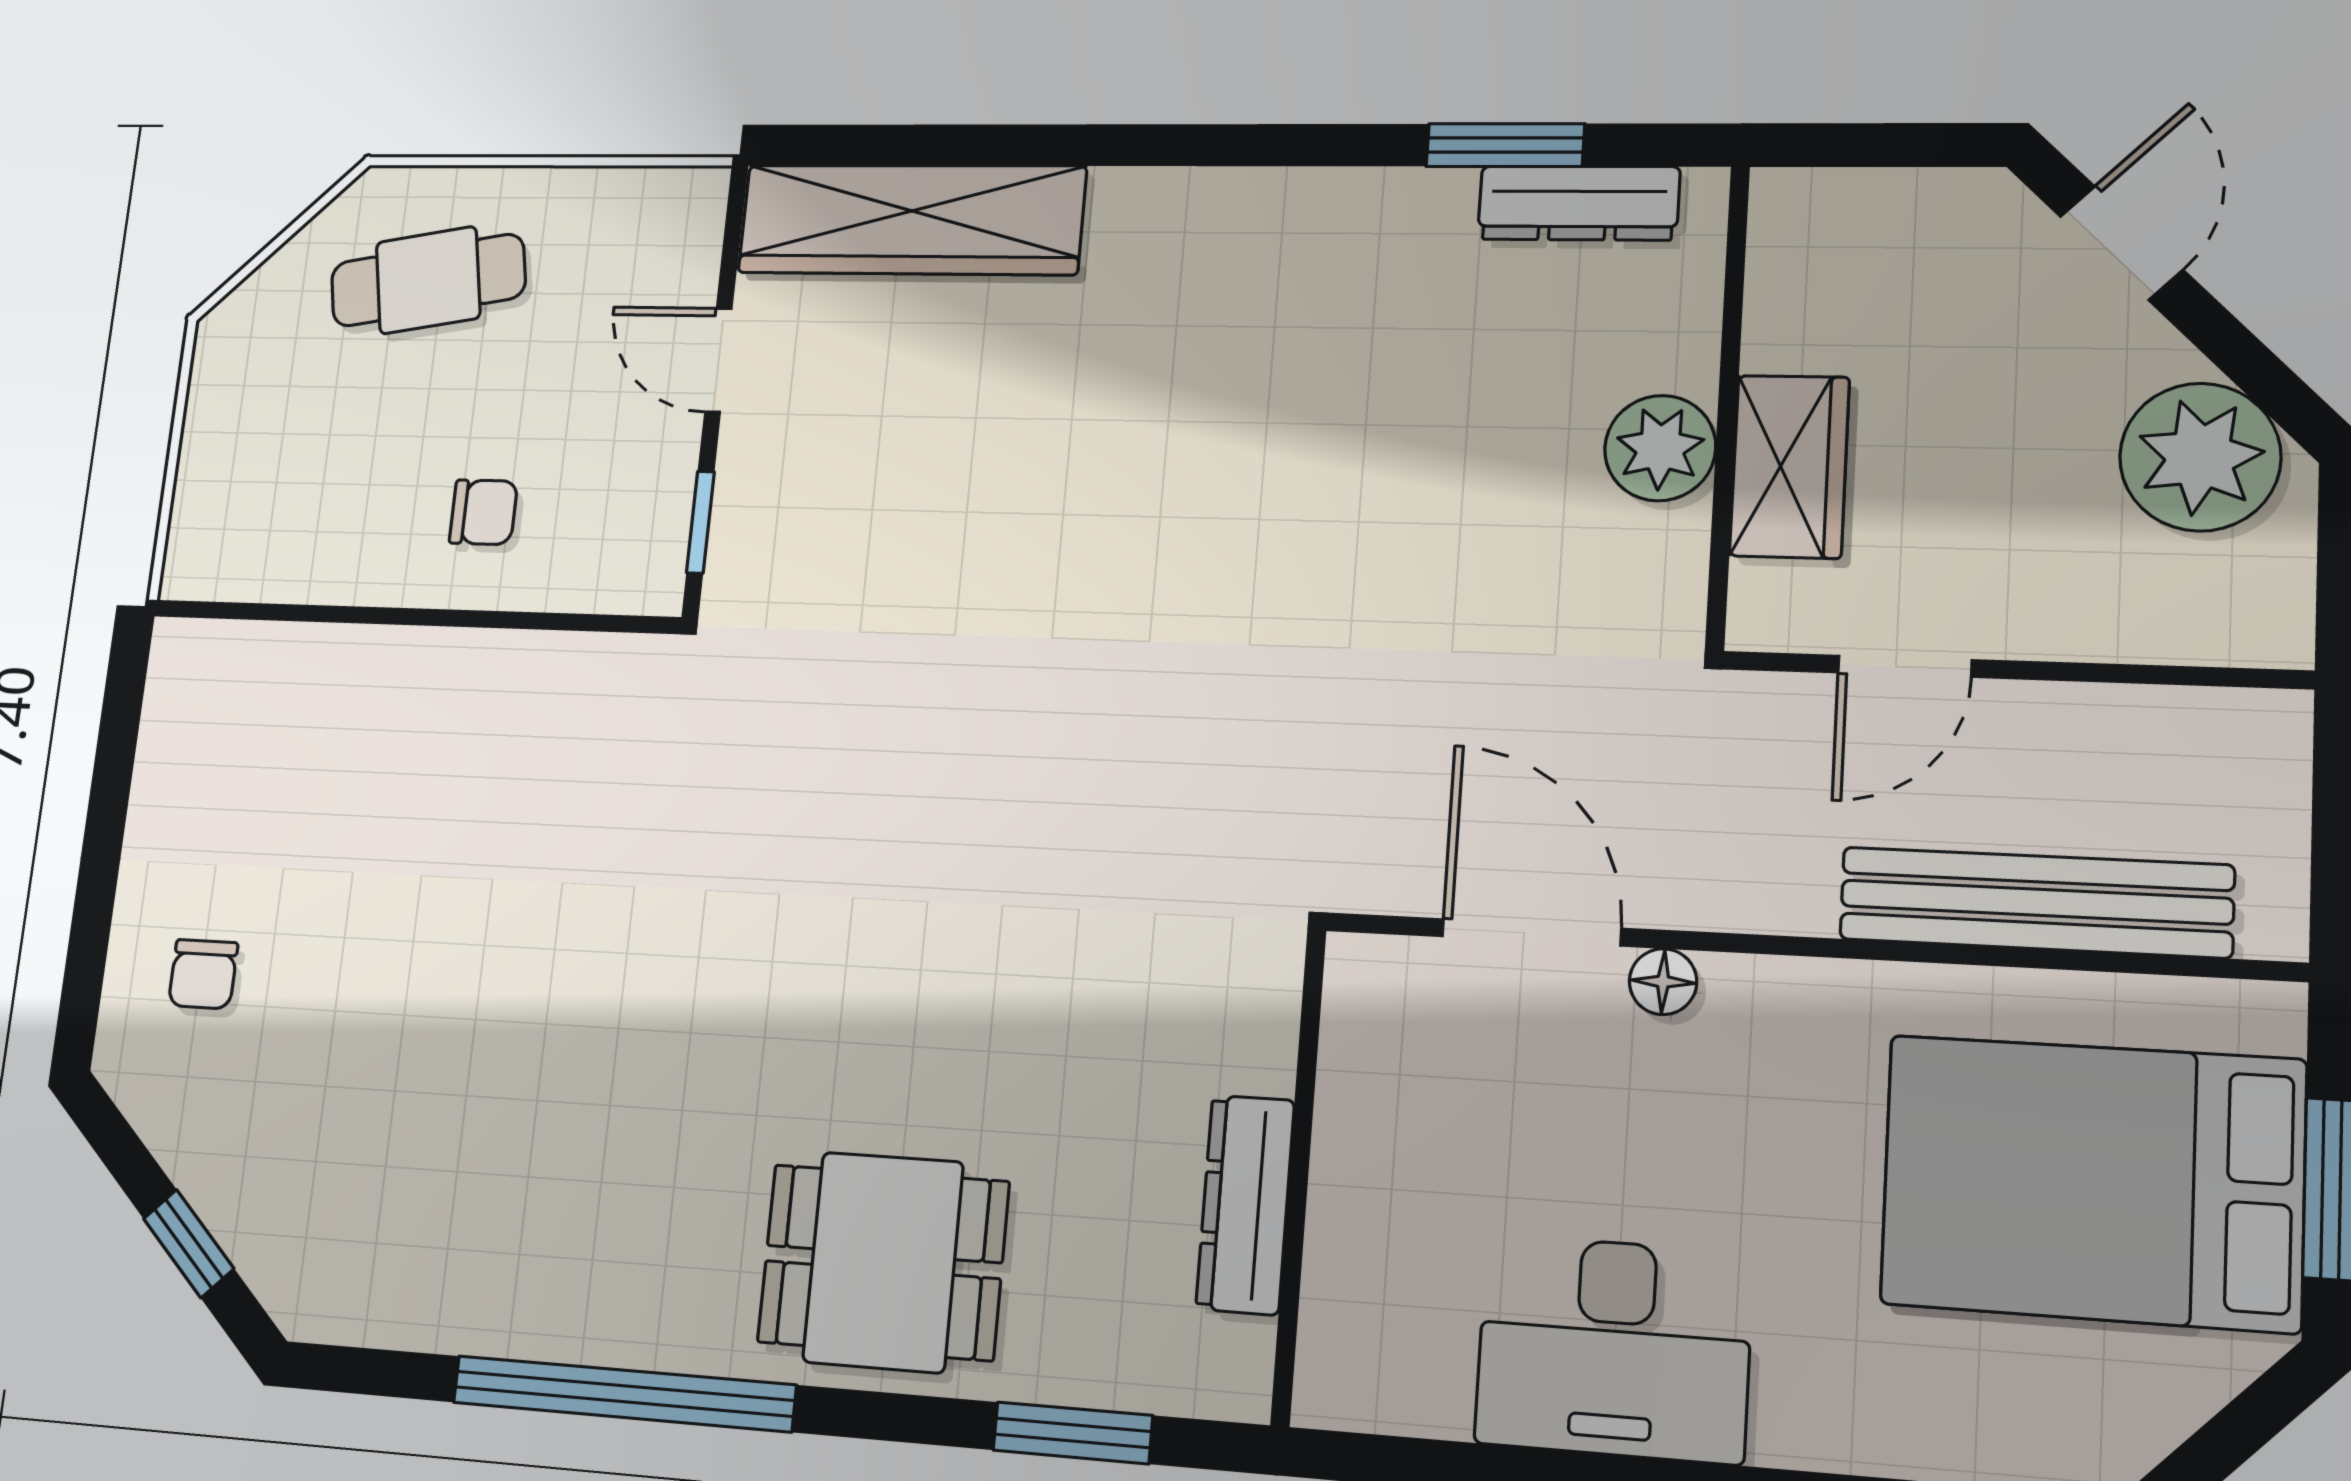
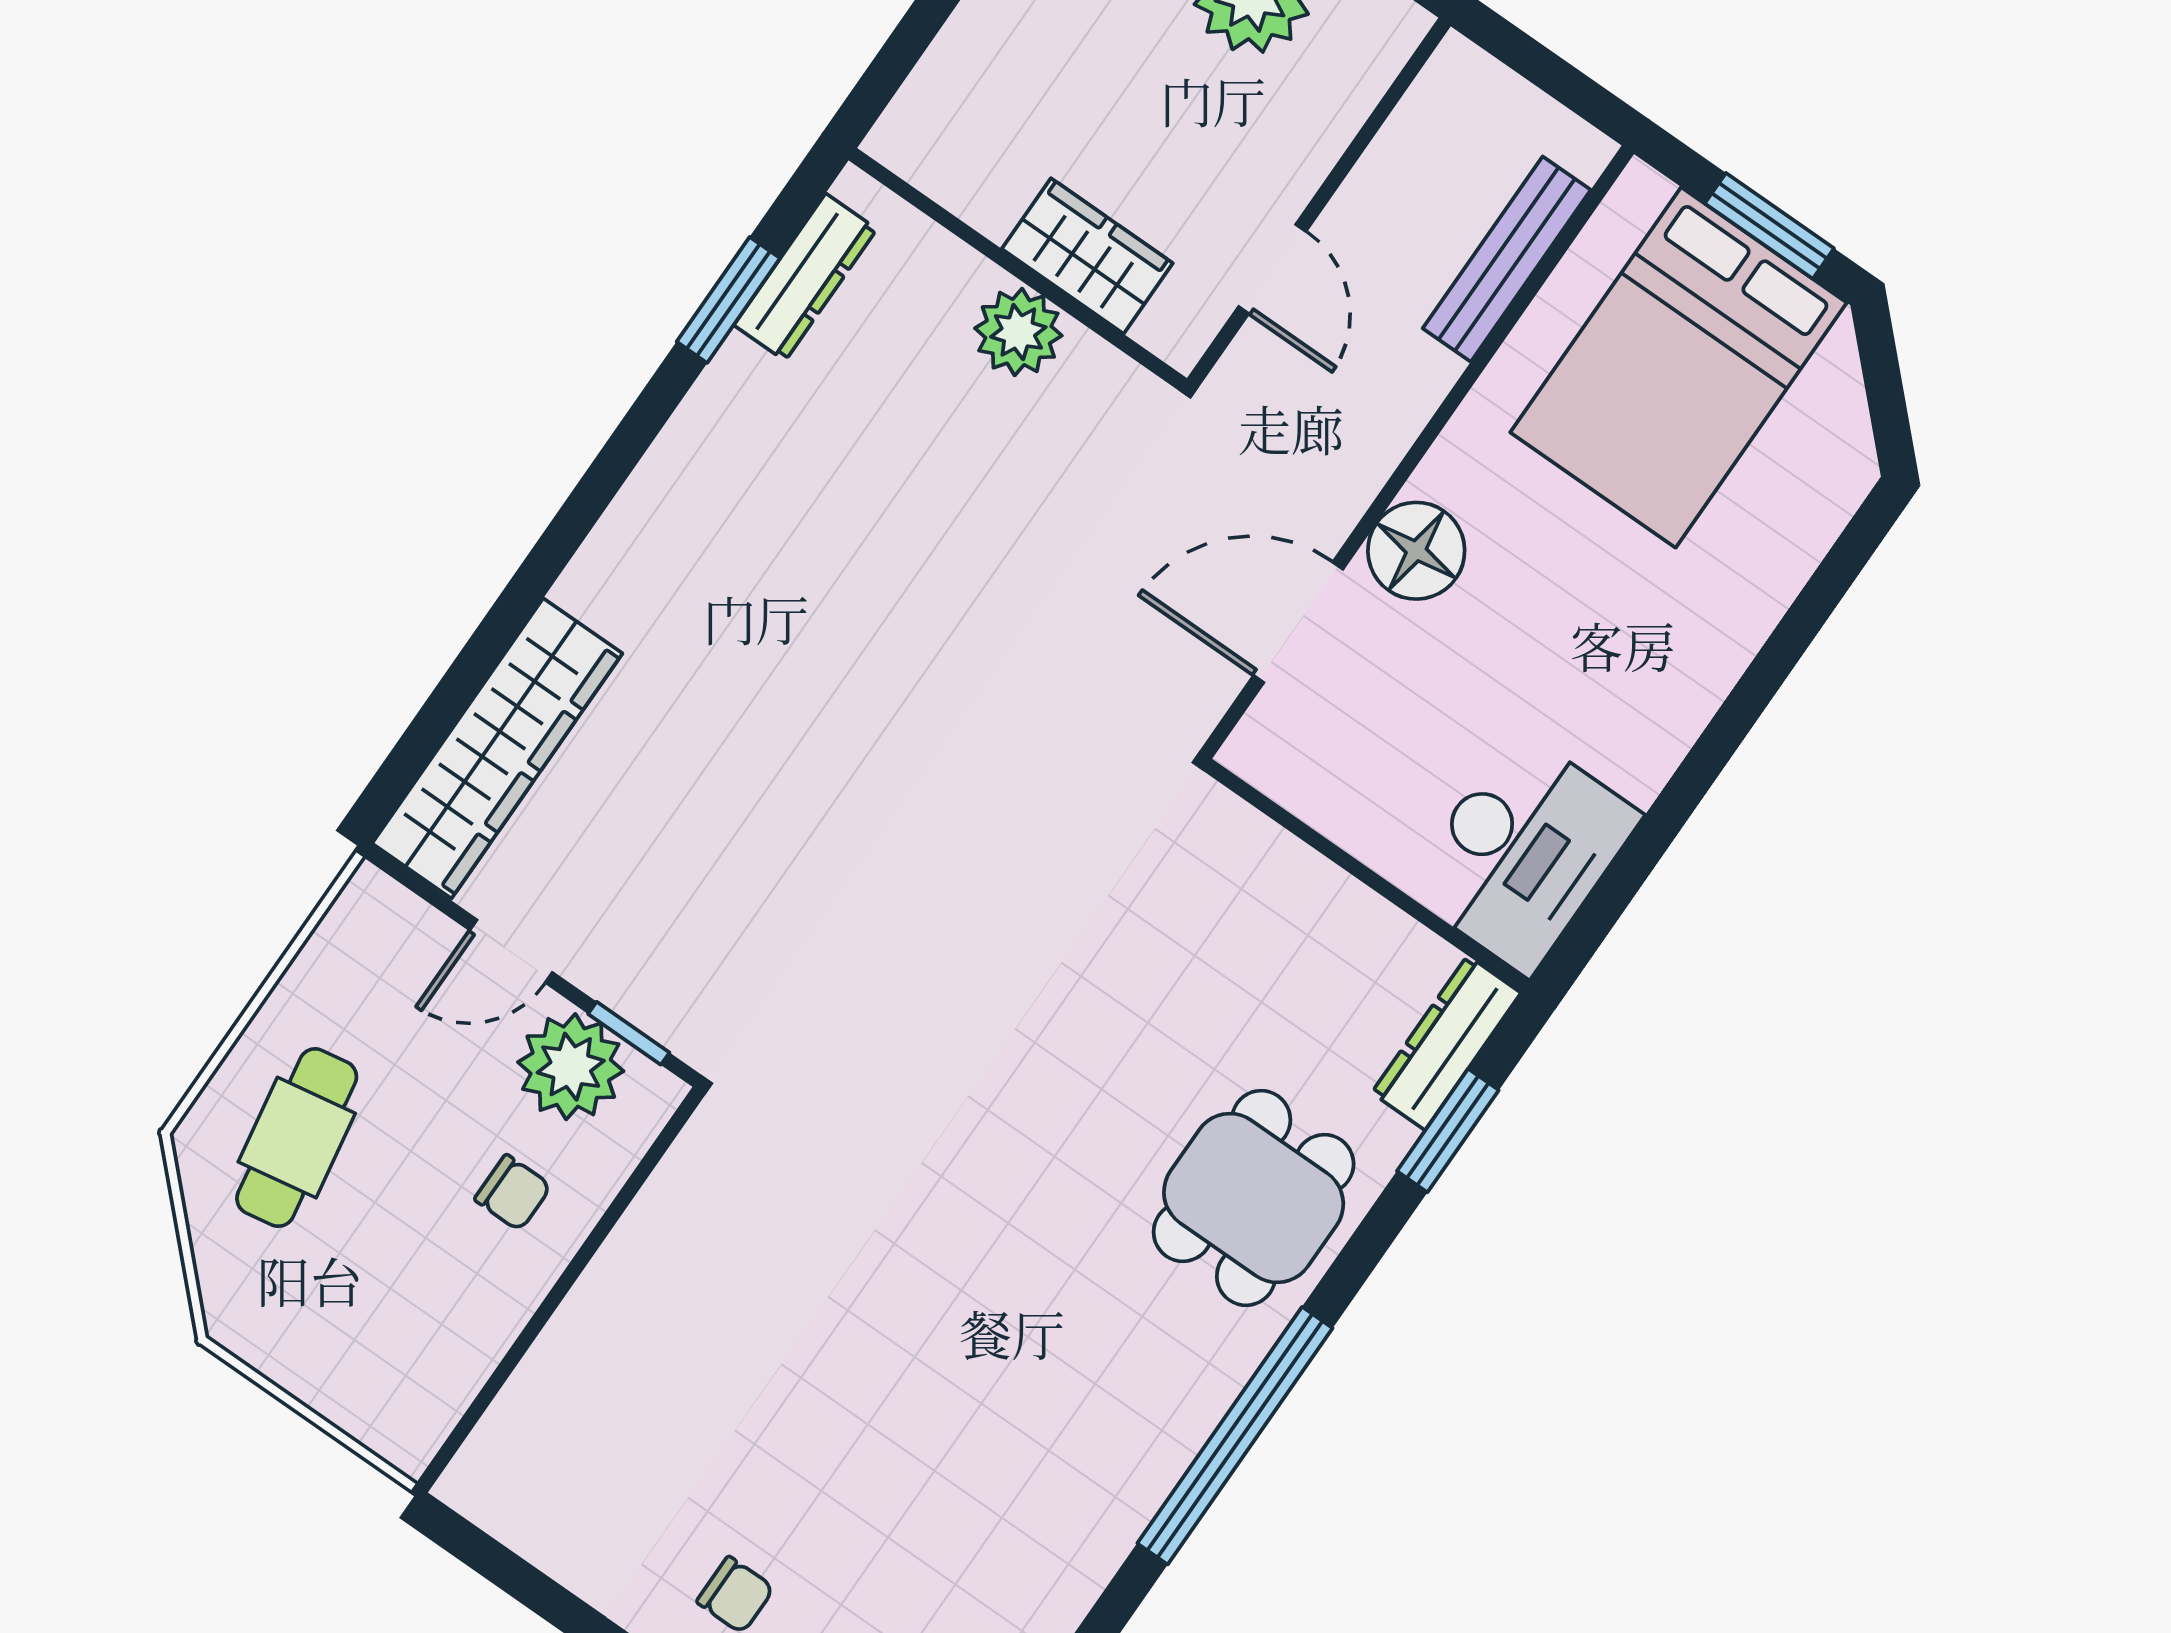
plant: (637, 488) -> (571, 1067), added
chair: (483, 512) -> (513, 1193), turned 90
bench: (2036, 902) -> (1507, 259), width x0.73, depth x0.82
floor lamp: (1663, 982) -> (1416, 551), width x1.89, depth x1.89
dresser: (1245, 1204) -> (1446, 1043), moved, turned 90
desk: (1614, 1348) -> (1522, 852), moved

